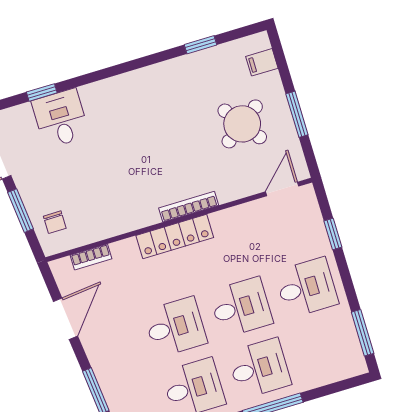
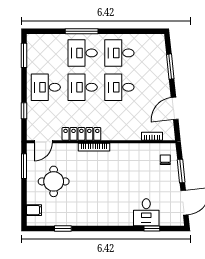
window: (297, 114) -> (24, 166), moved
round table: (242, 124) -> (54, 181), turned 36
locker: (175, 236) -> (81, 134), moved

